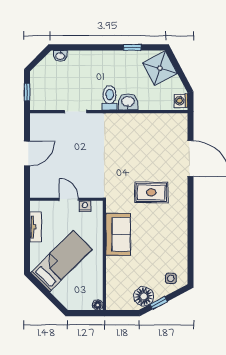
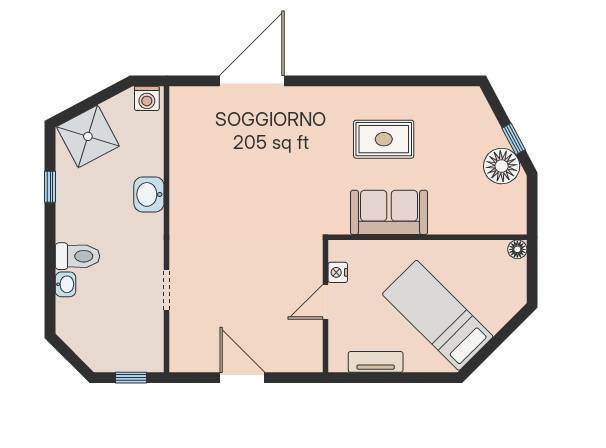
washbasin: (60, 56) -> (65, 284), moved
toilet: (110, 98) -> (78, 256), moved, turned 180
rug: (151, 192) -> (384, 139), moved, turned 90
side table: (171, 278) -> (469, 117), removed

